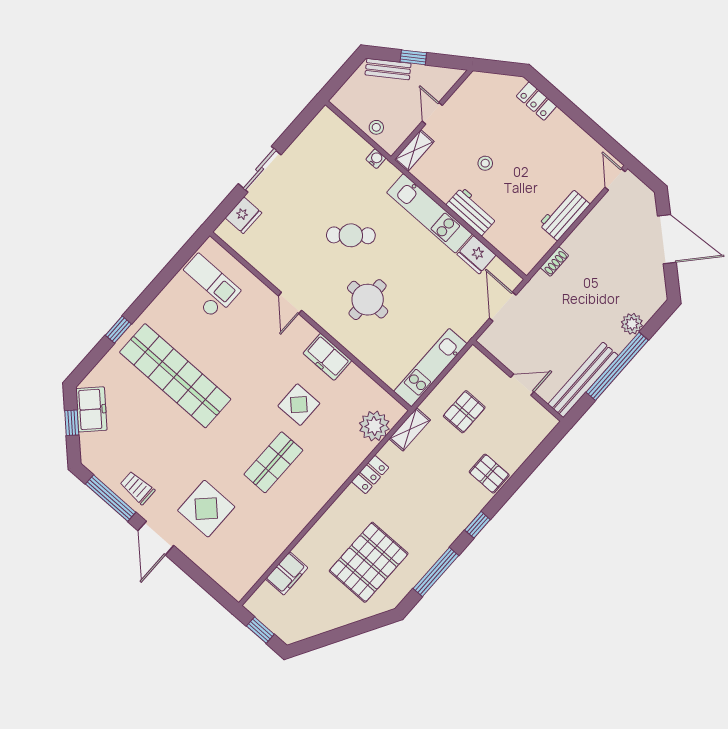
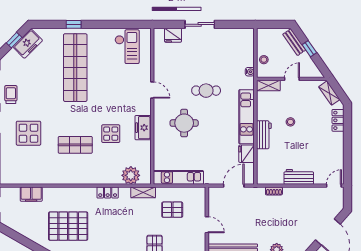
shelving: (492, 82) -> (329, 93), added
cafe table: (351, 235) -> (206, 91), turned -50
door: (290, 303) -> (152, 90), swing flipped

